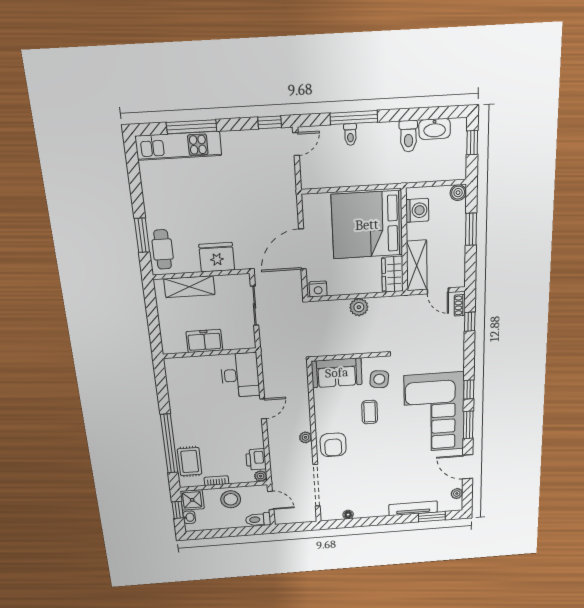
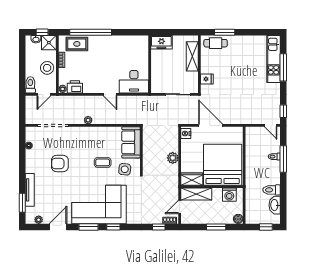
fridge: (217, 257) -> (207, 79), width x0.53, depth x0.75
freezer: (204, 341) -> (161, 42), moved, turned 90
armchair: (333, 445) -> (60, 164), moved

